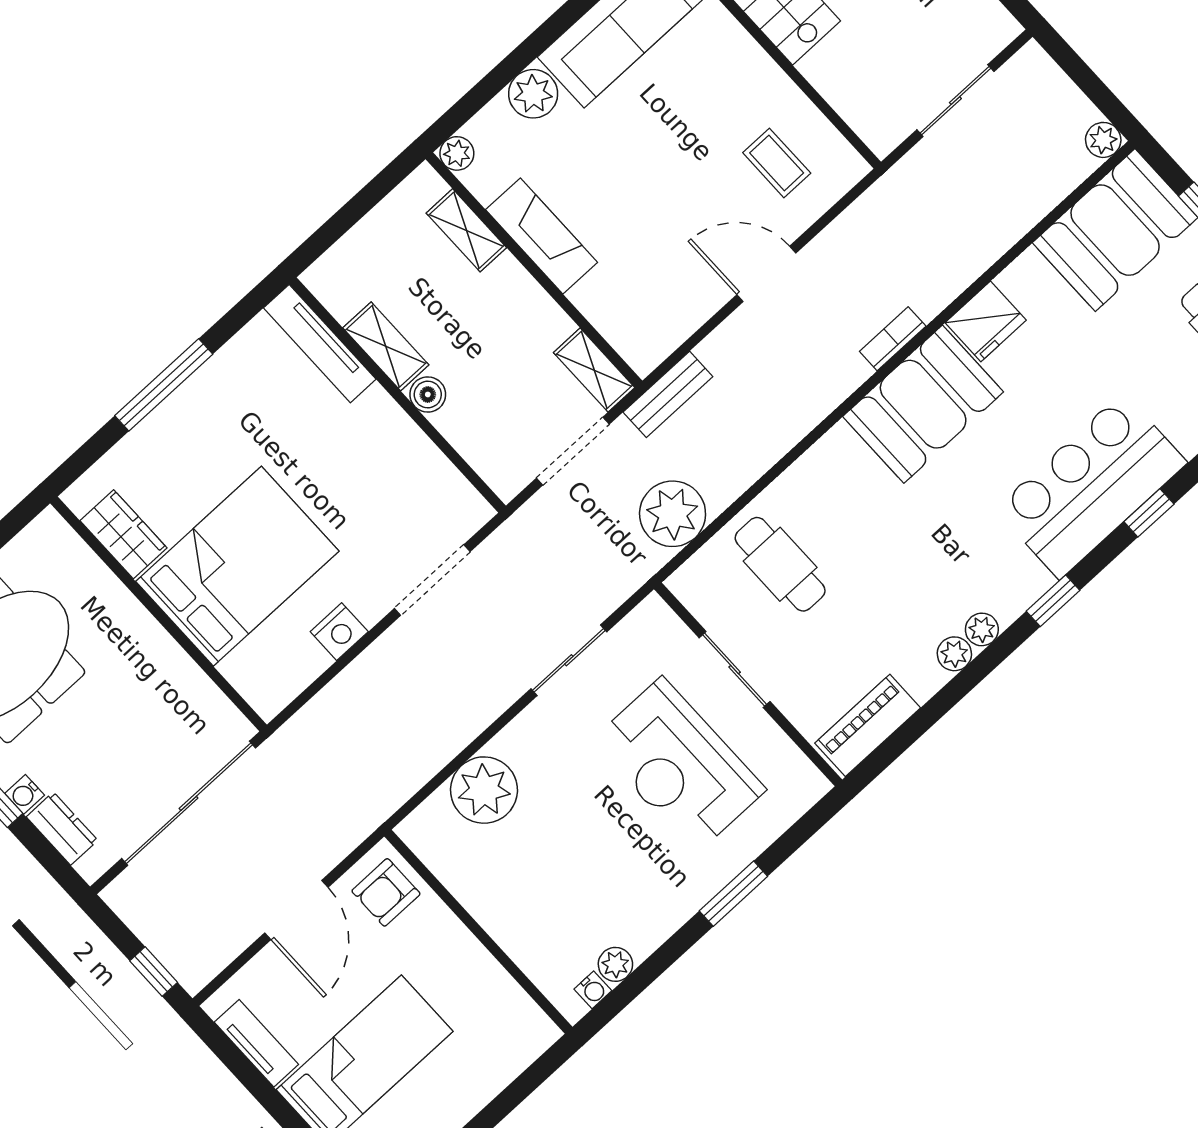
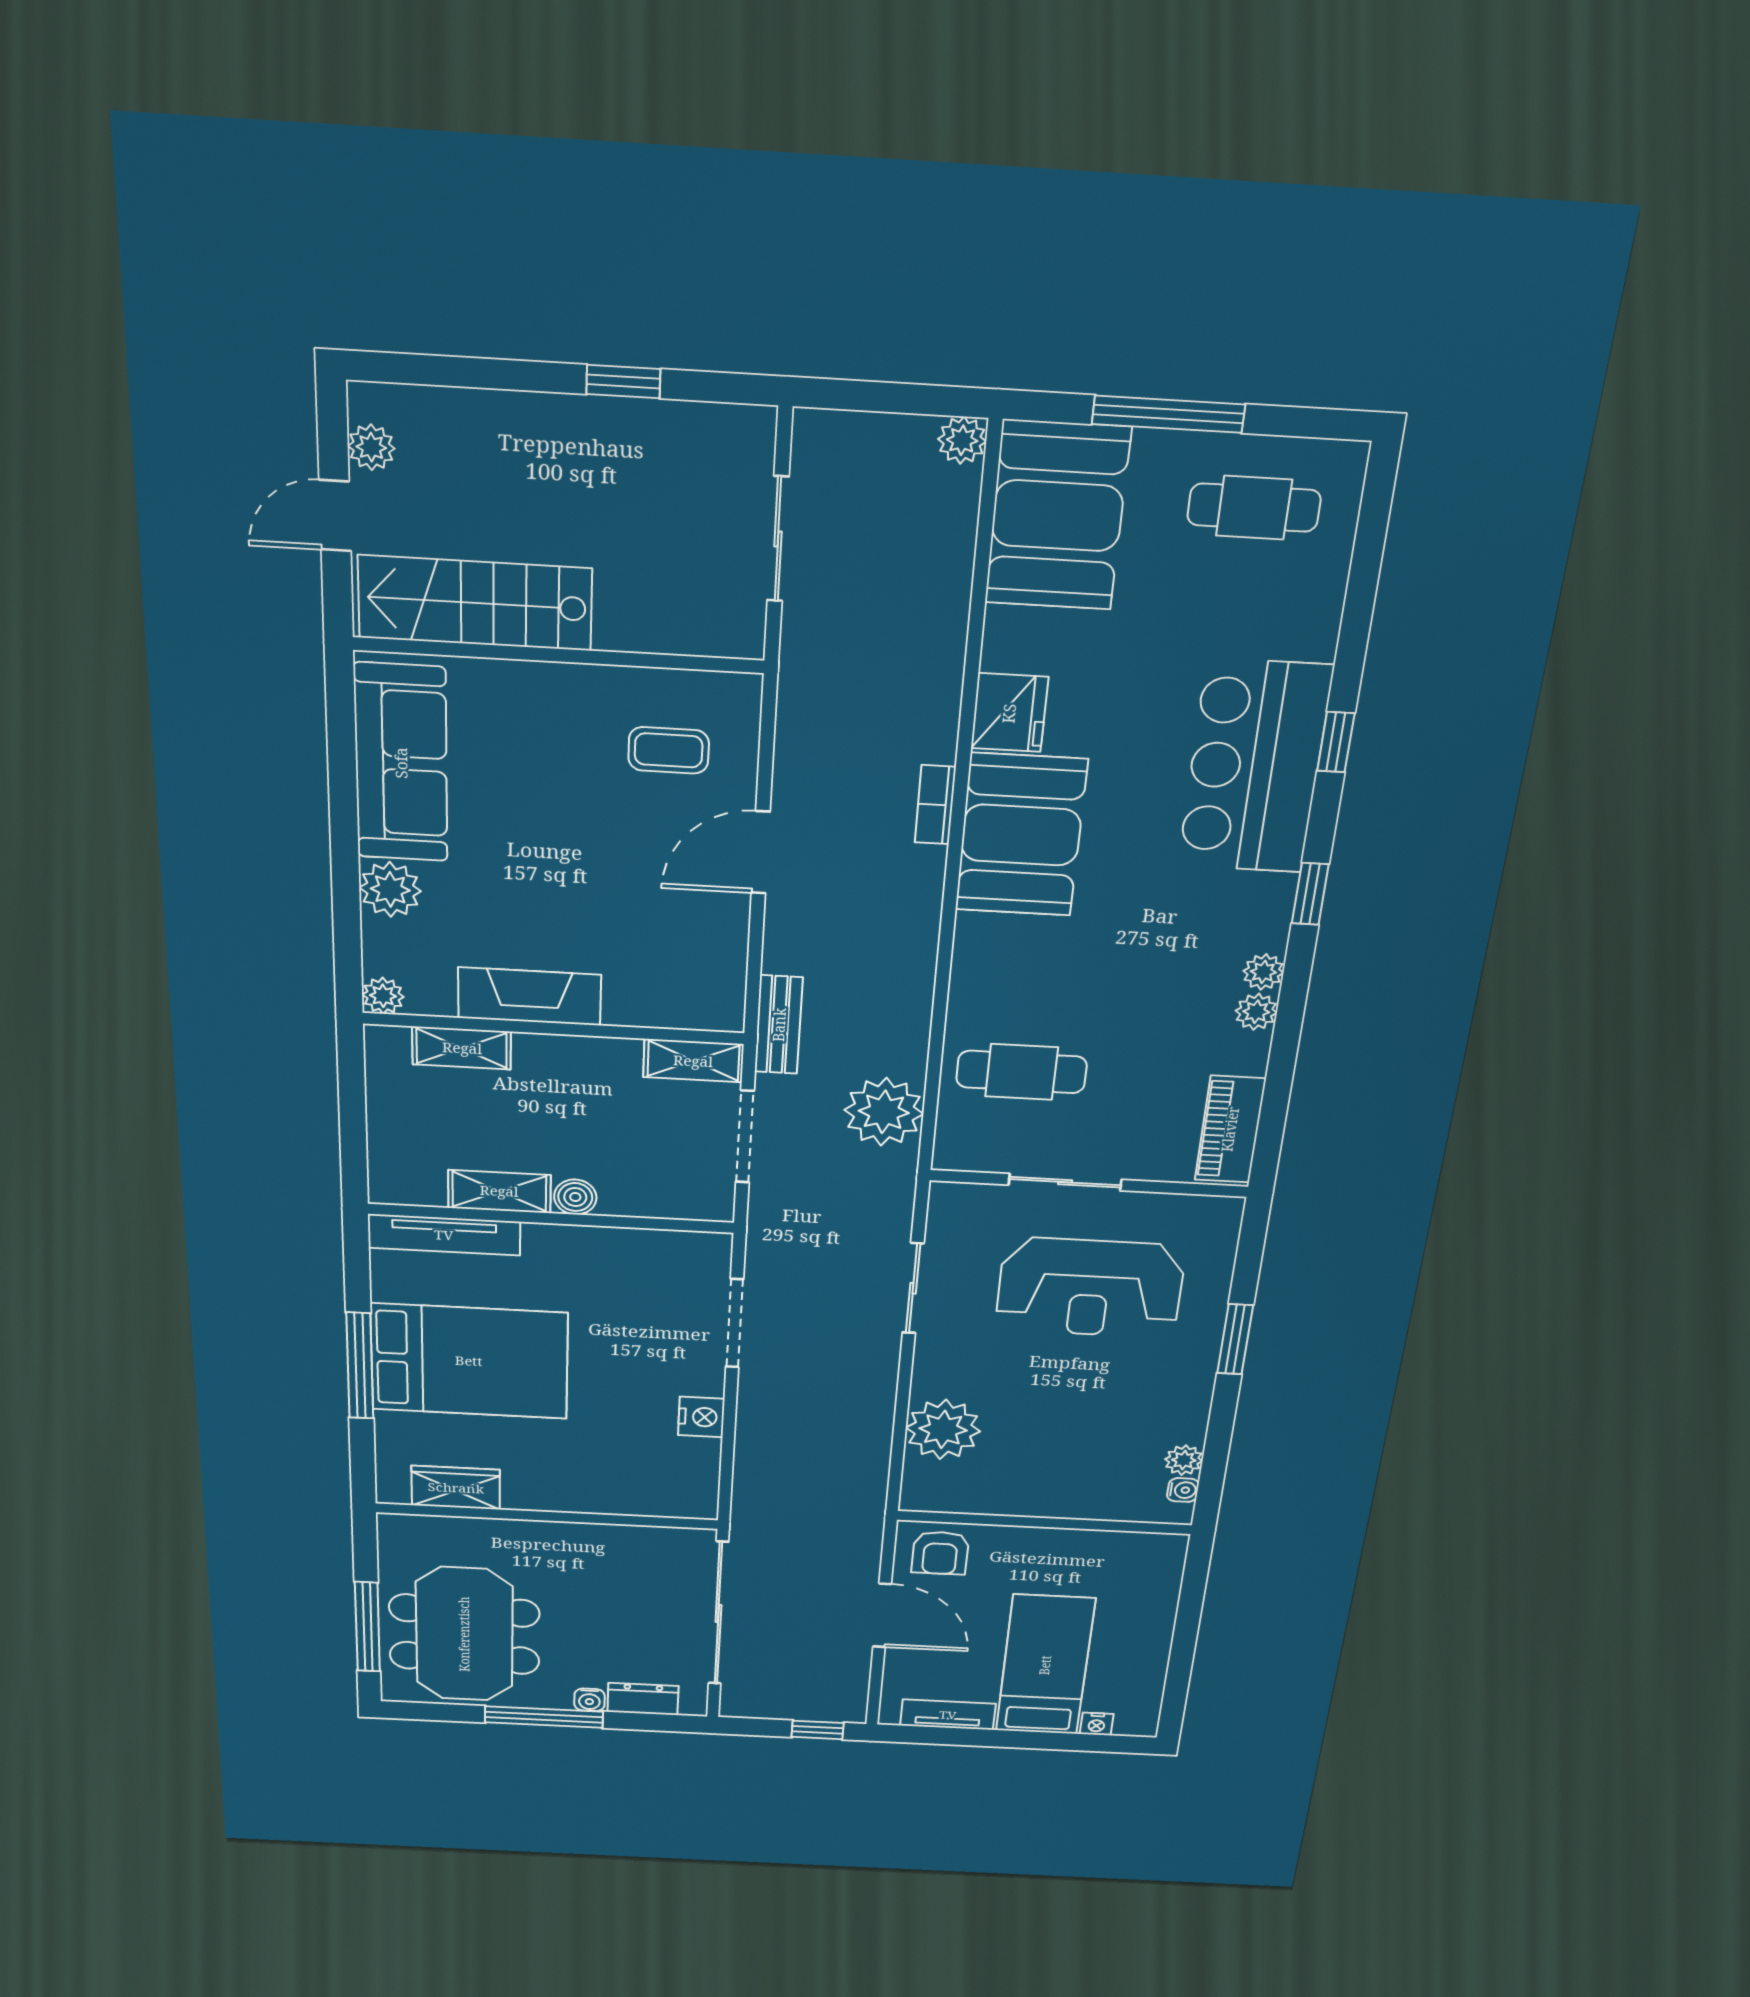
bed: (237, 566) -> (469, 1361), moved, turned 90

